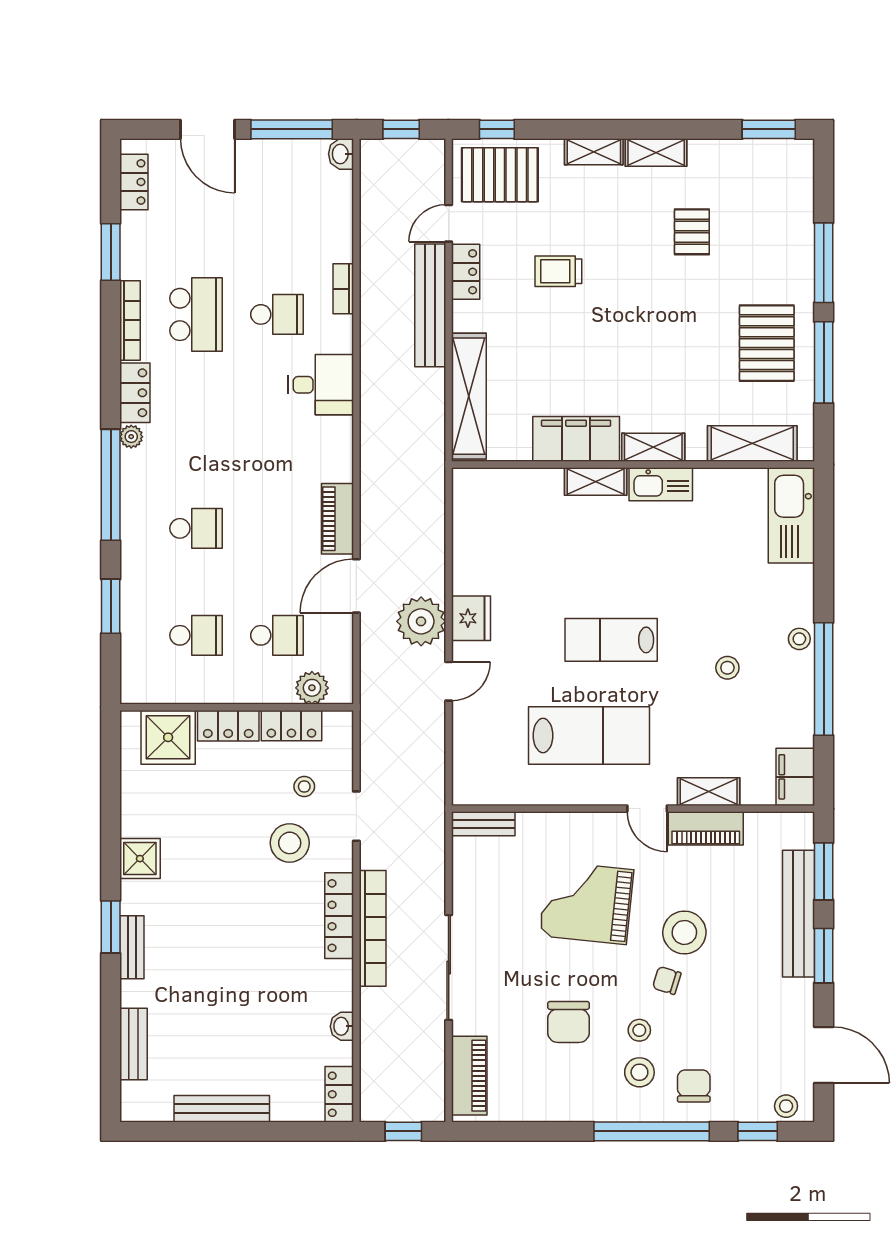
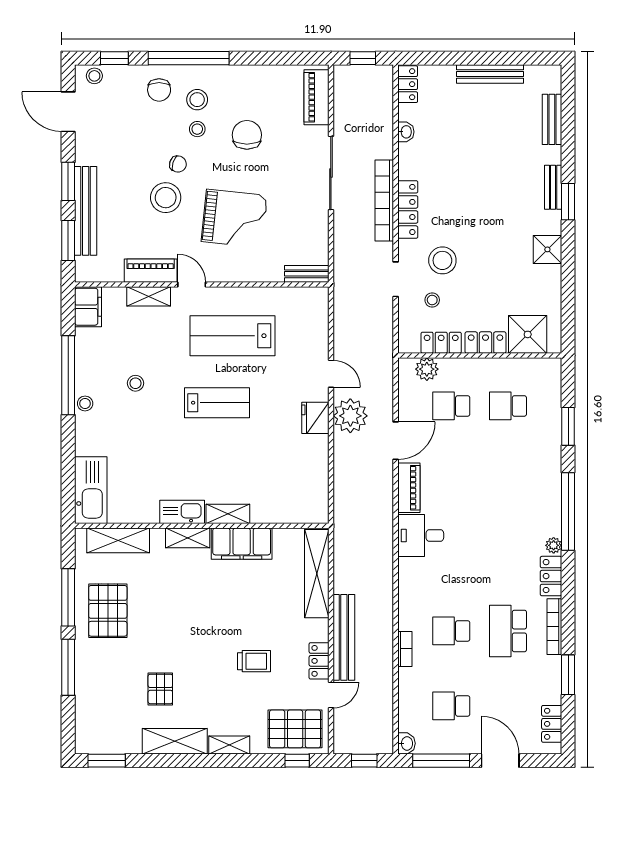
shelving: (656, 152) -> (175, 741), width x1.50, depth x1.33
desk: (321, 385) -> (421, 535), moved
school desk: (196, 528) -> (451, 706), moved
door: (449, 681) -> (331, 374), swing flipped

